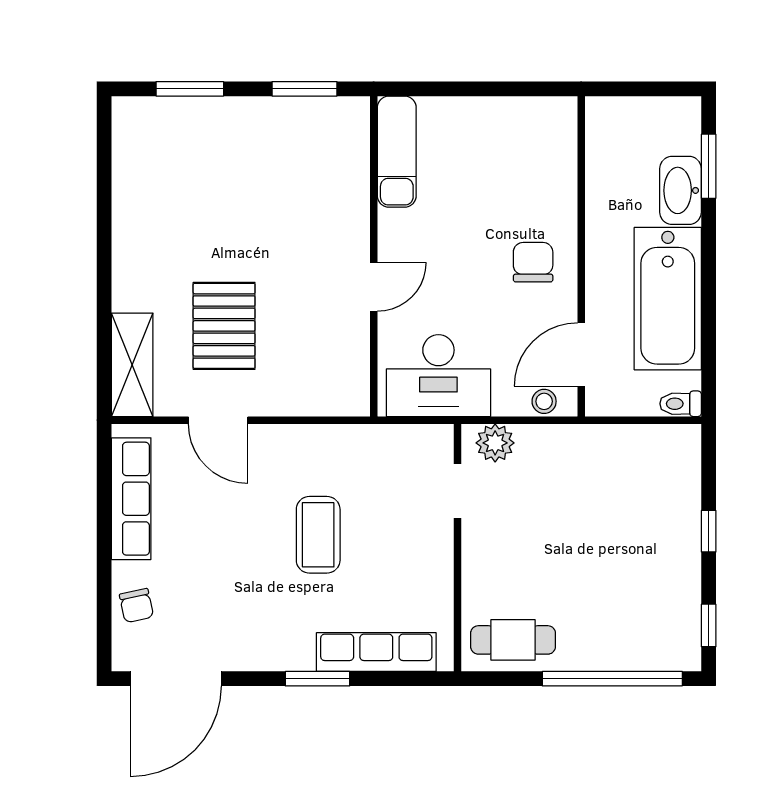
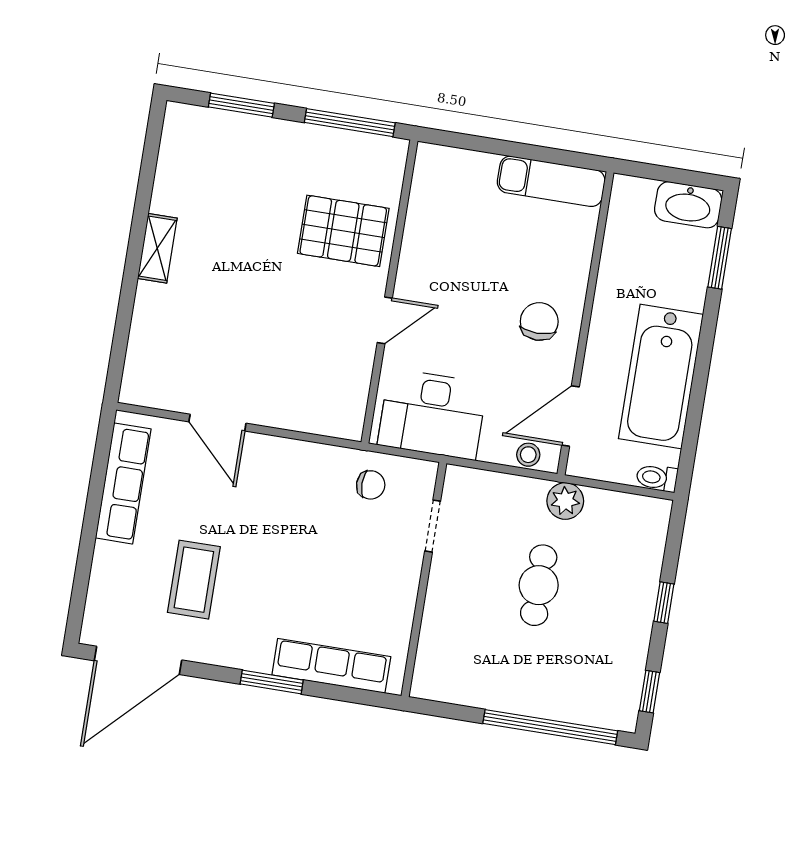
window: (305, 89) -> (350, 123), width x1.44
exam couch: (397, 152) -> (551, 181), moved, turned 90
washbasin: (681, 190) -> (688, 205), moved, turned -90
pallet: (224, 326) -> (343, 231), moved, turned 90
shelving: (132, 365) -> (157, 248), moved, width x0.67, depth x0.75
plant: (495, 443) -> (565, 501), moved
coffee table: (318, 535) -> (194, 580), moved
chair: (136, 606) -> (371, 485), moved, turned -78
cafe table: (513, 640) -> (539, 585), moved, turned 90

